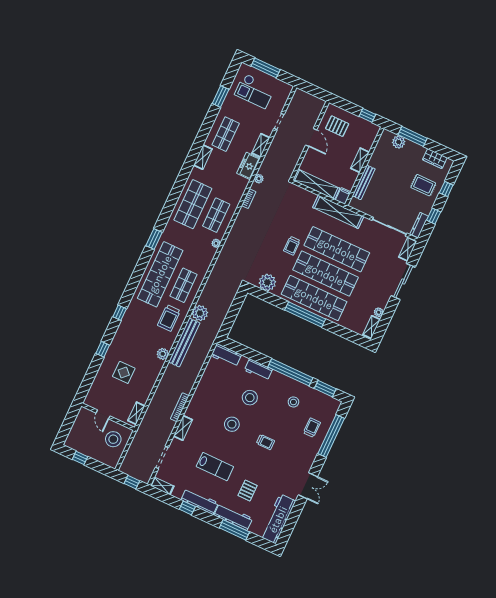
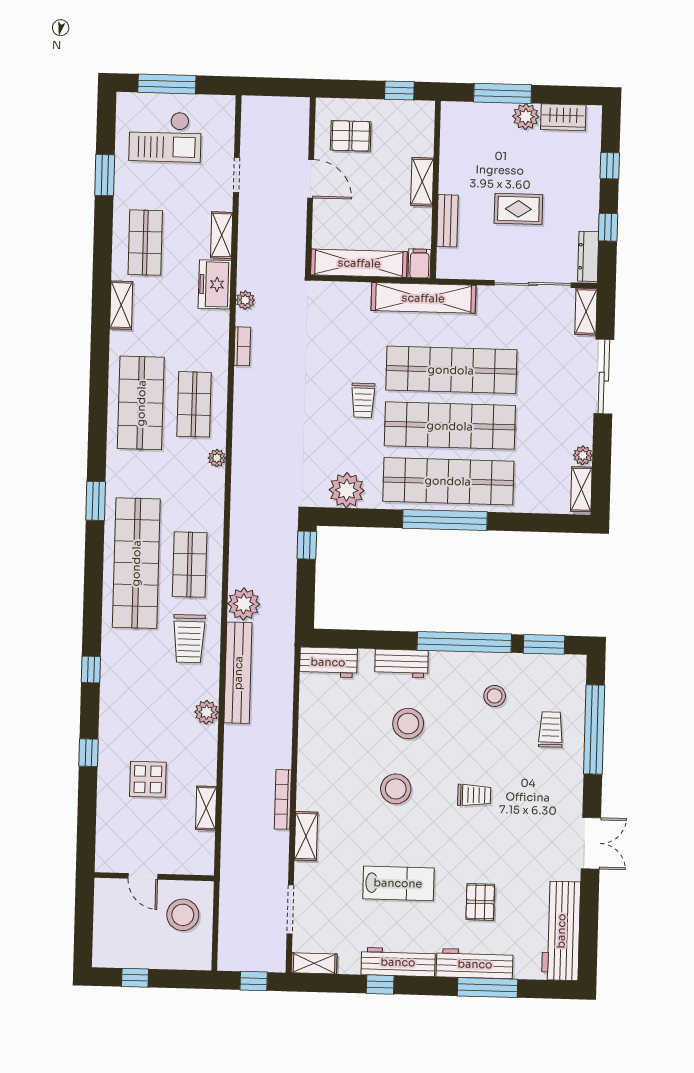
plant: (399, 142) -> (526, 117), moved
bench: (364, 182) -> (447, 221), width x0.73
rug: (423, 185) -> (518, 209), moved
window: (239, 299) -> (307, 545), added
shelving: (136, 413) -> (206, 808), moved

